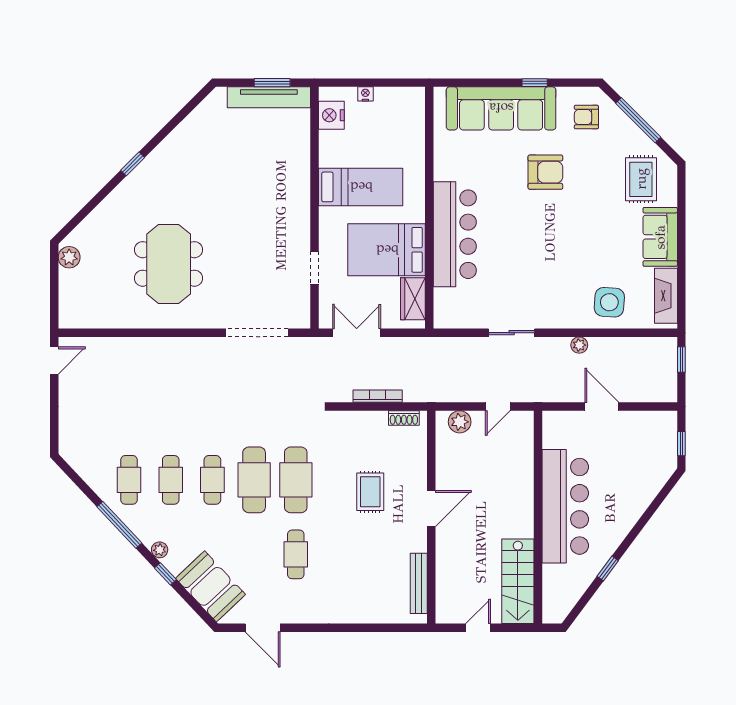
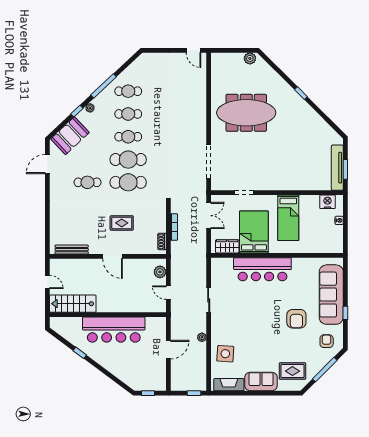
meeting table: (169, 264) -> (246, 113), width x1.36

